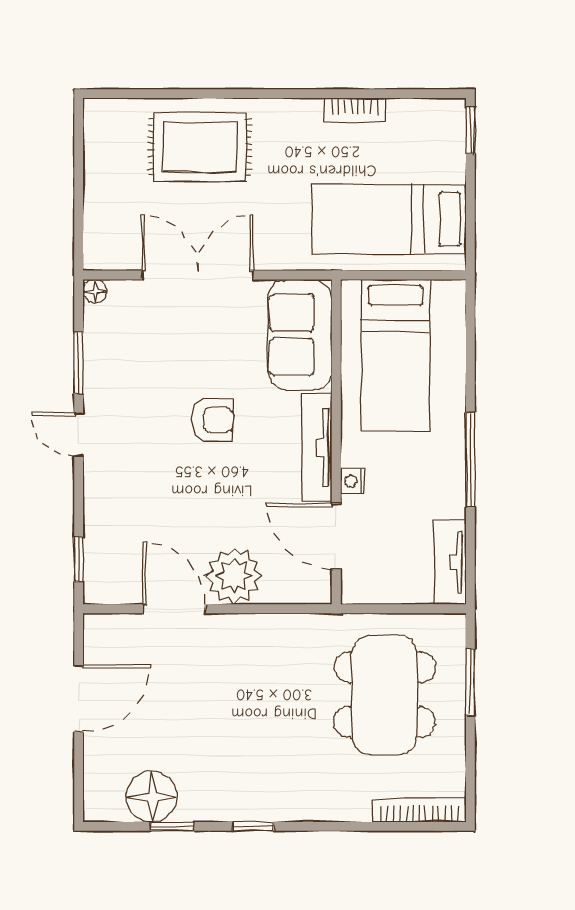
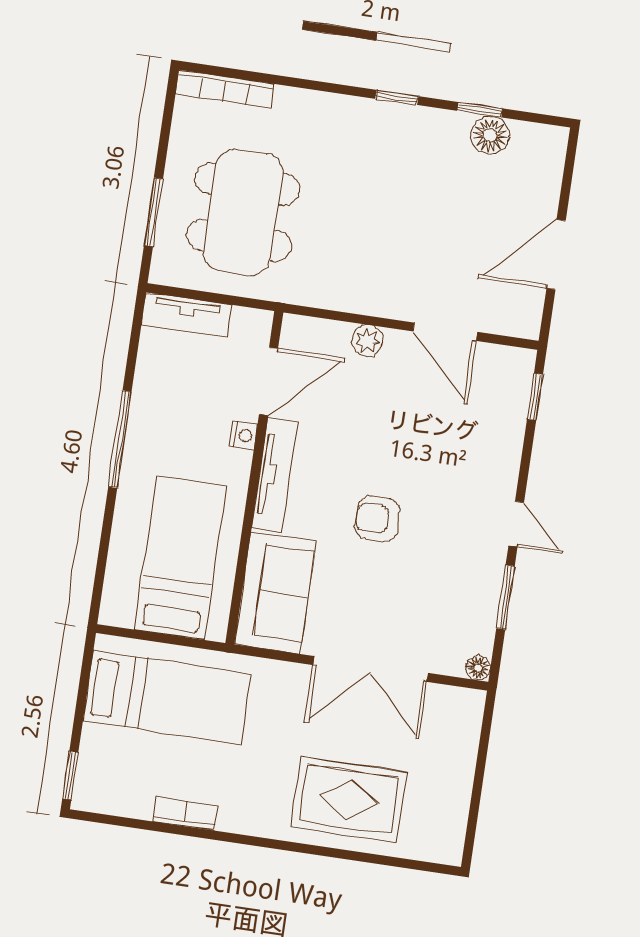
door: (336, 536) -> (269, 381), hinge flipped
tv unit: (450, 562) -> (187, 315), moved, turned 90
plant: (234, 576) -> (367, 341), width x0.53, depth x0.53
floor lamp: (152, 797) -> (490, 135), width x0.73, depth x0.73

